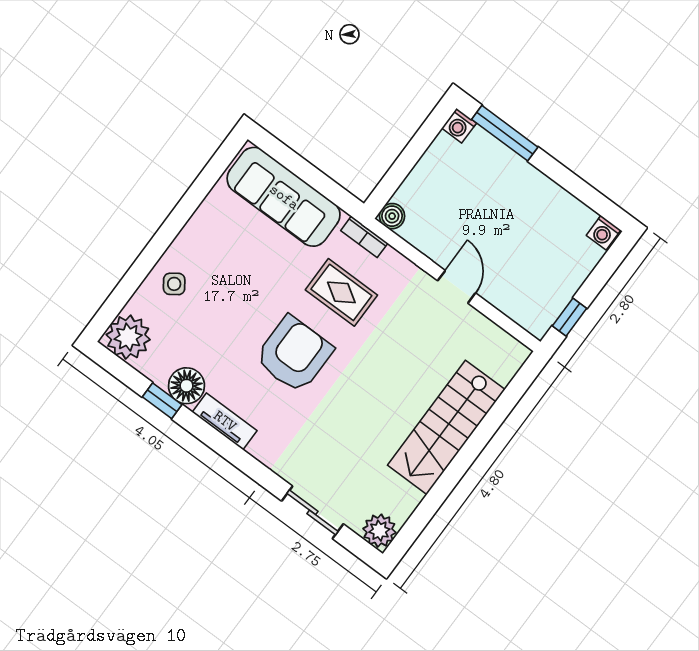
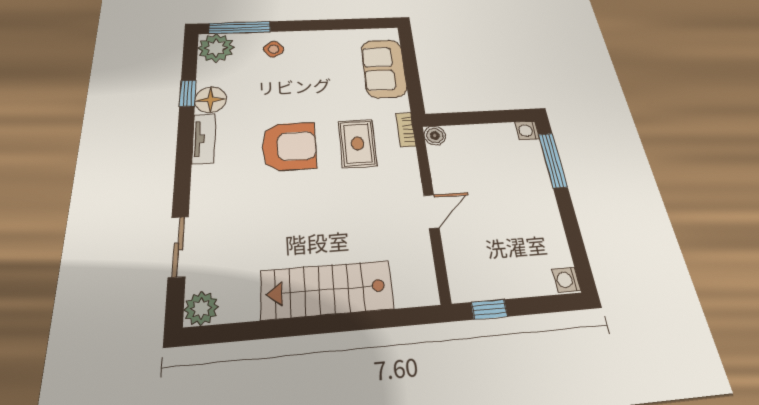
sofa: (284, 197) -> (384, 68), width x0.73
window: (120, 296) -> (240, 28), added

